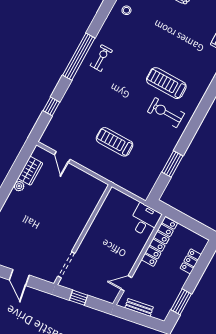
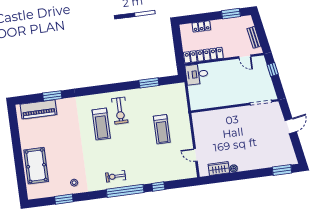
window: (51, 106) -> (158, 187), moved
door: (62, 157) -> (196, 155), swing flipped
window: (78, 298) -> (273, 70), moved

